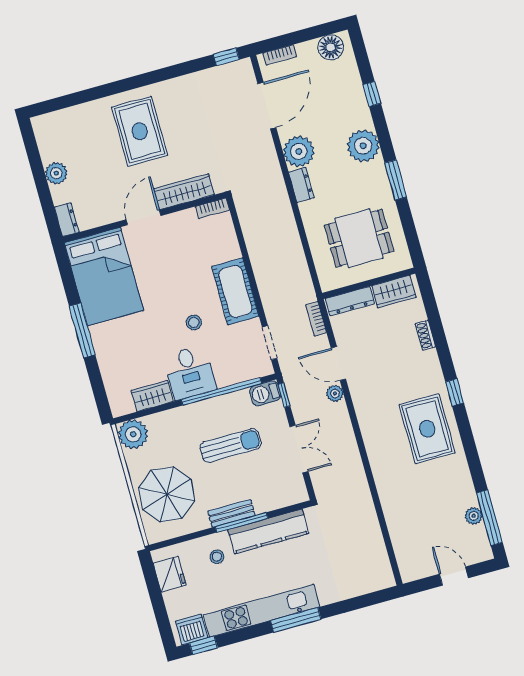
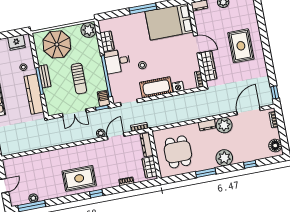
door: (267, 106) -> (248, 111), swing flipped
rug: (140, 131) -> (241, 46), turned 90
nightstand: (230, 249) -> (178, 87), added

